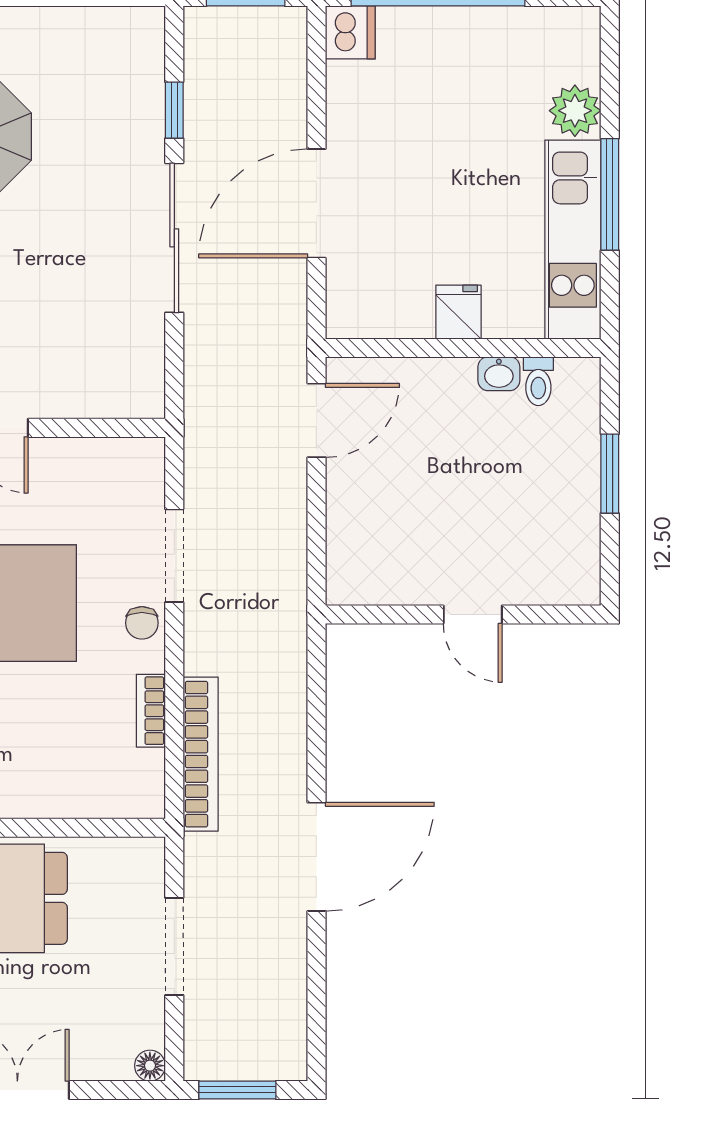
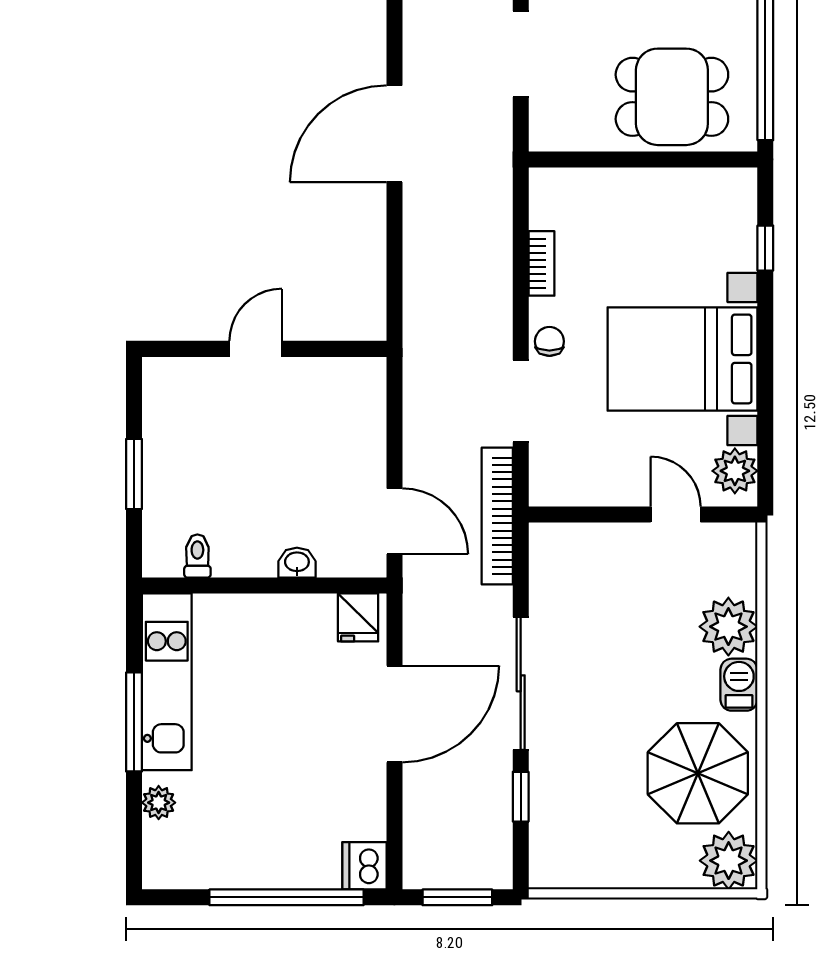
plant: (575, 111) -> (159, 803), width x0.73, depth x0.73
fridge: (458, 312) -> (358, 617), moved
washbasin: (499, 374) -> (297, 563), moved
door: (316, 420) -> (394, 521), swing flipped
door: (473, 614) -> (256, 349), hinge flipped
bookcase: (201, 754) -> (497, 516), moved

